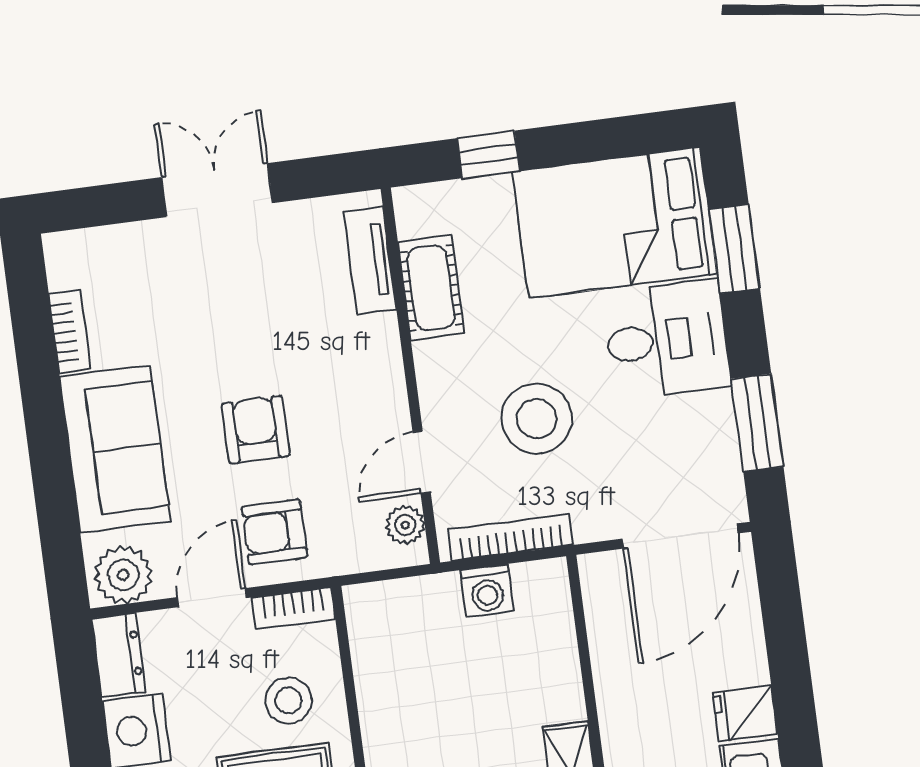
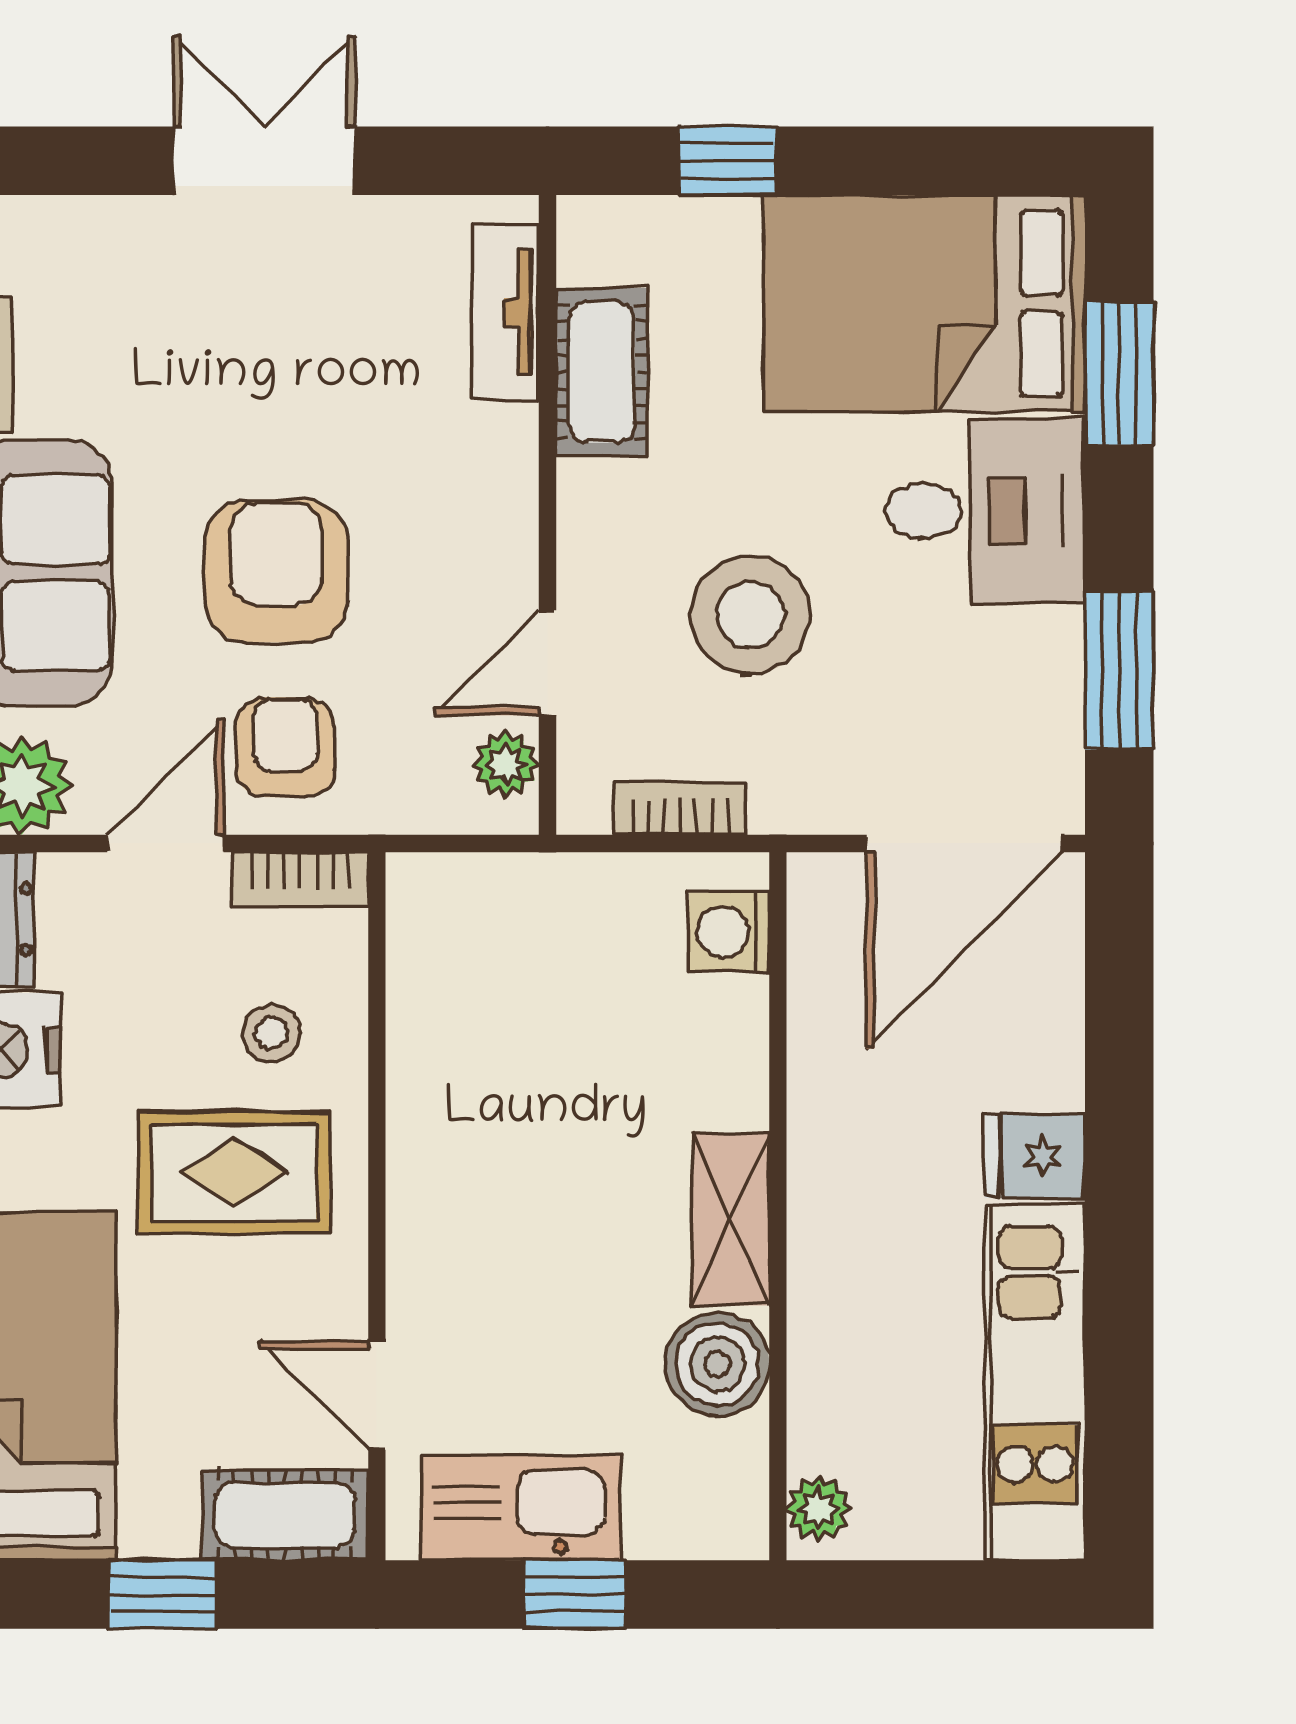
armchair: (256, 430) -> (276, 571), width x1.38, depth x1.38
armchair: (275, 532) -> (285, 747), turned 90
bookcase: (510, 538) -> (680, 808), width x0.64
washing machine: (487, 591) -> (729, 932), moved, turned 90
stool: (288, 701) -> (271, 1033), width x0.73, depth x0.73

